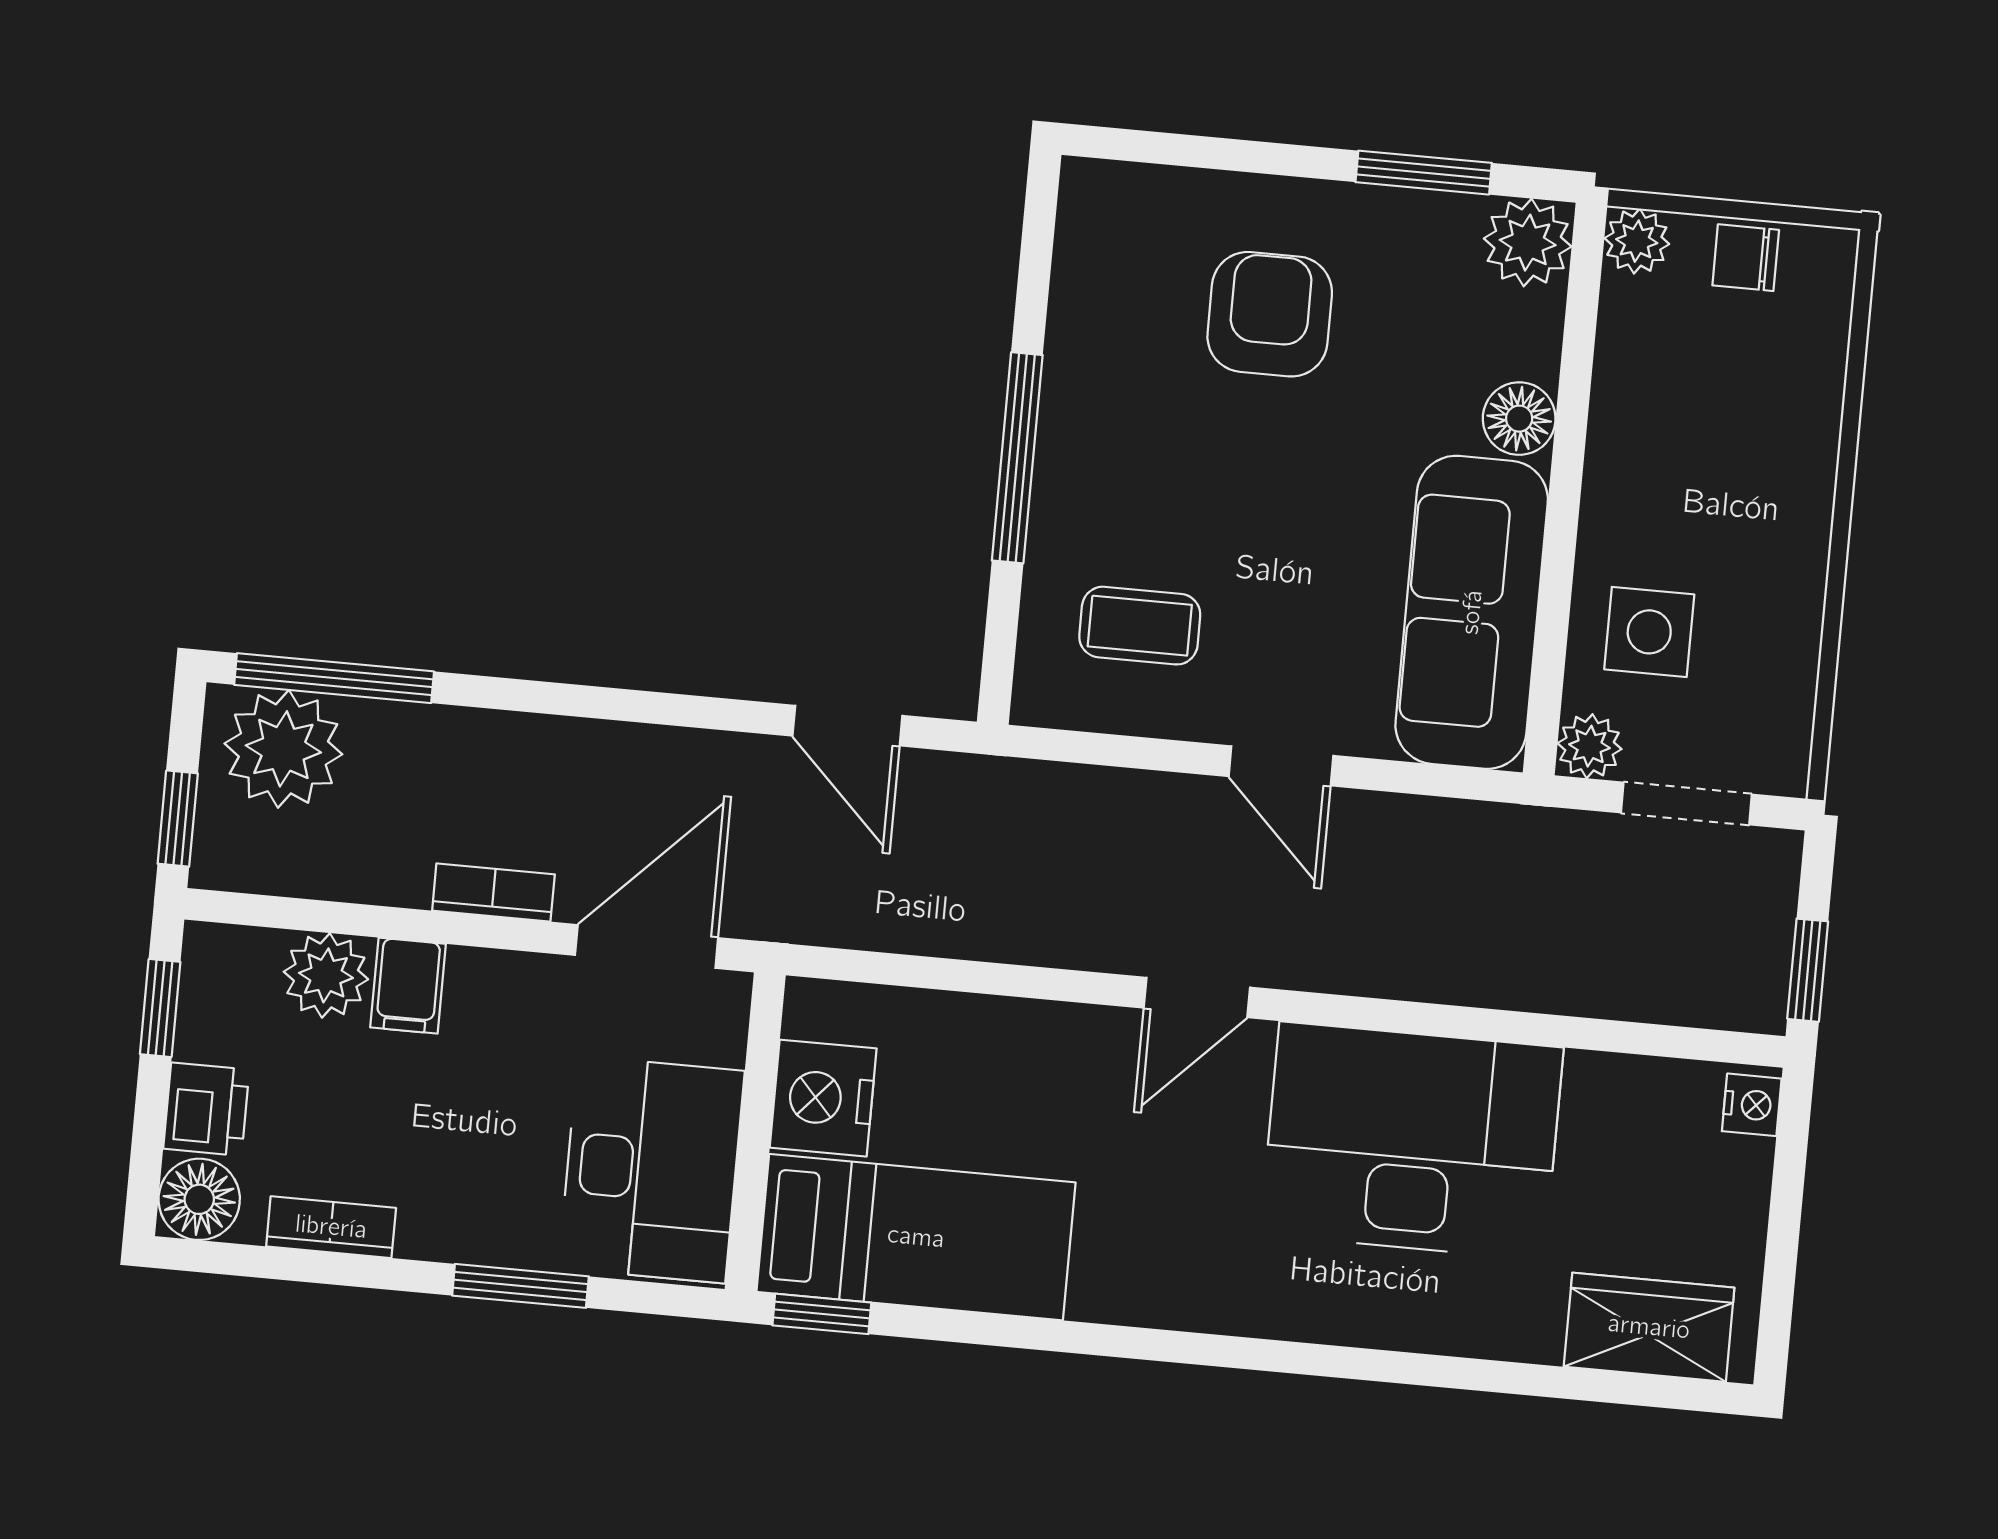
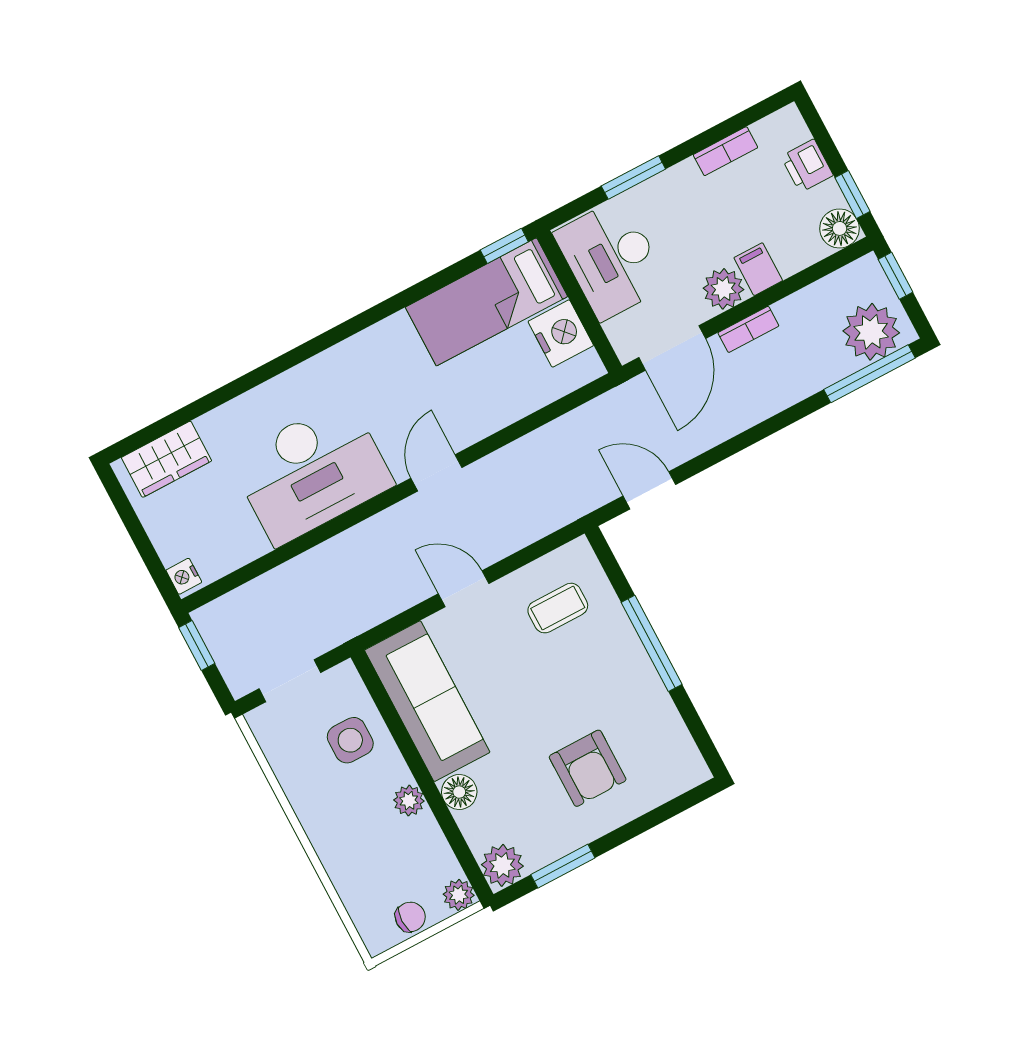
plant: (1590, 746) -> (409, 801), moved
plant: (326, 975) -> (723, 289), moved
floor lamp: (199, 1199) -> (840, 228), moved

